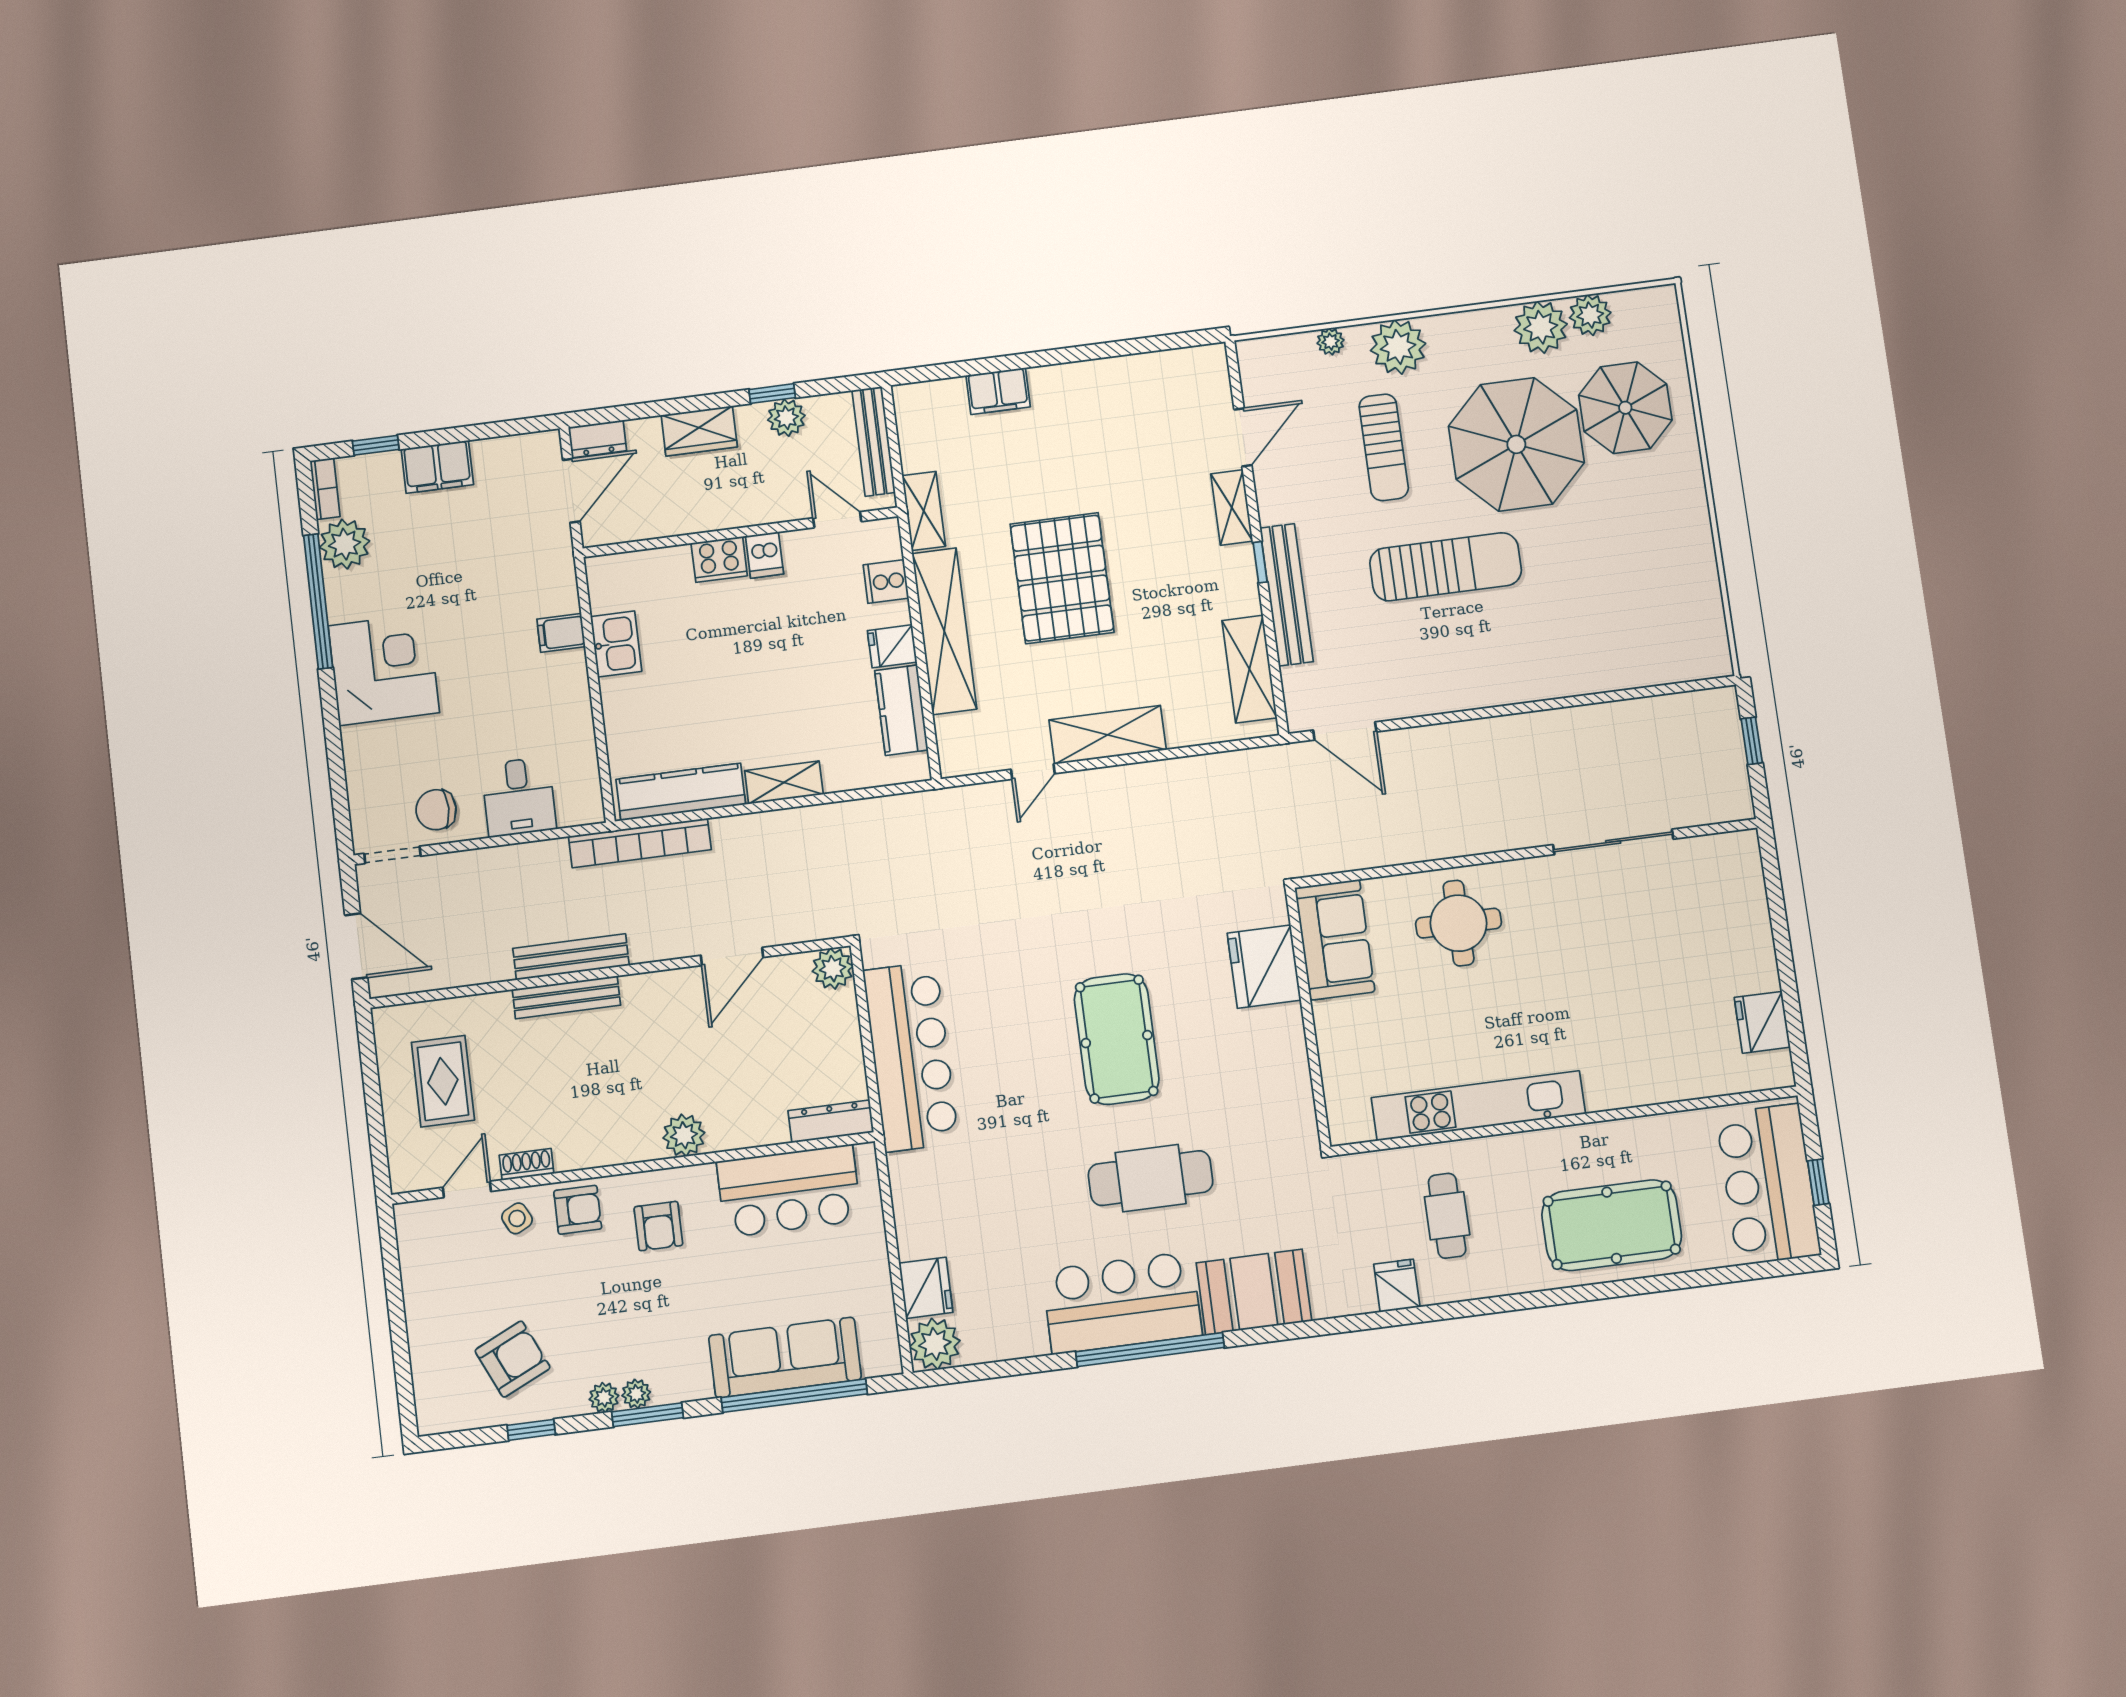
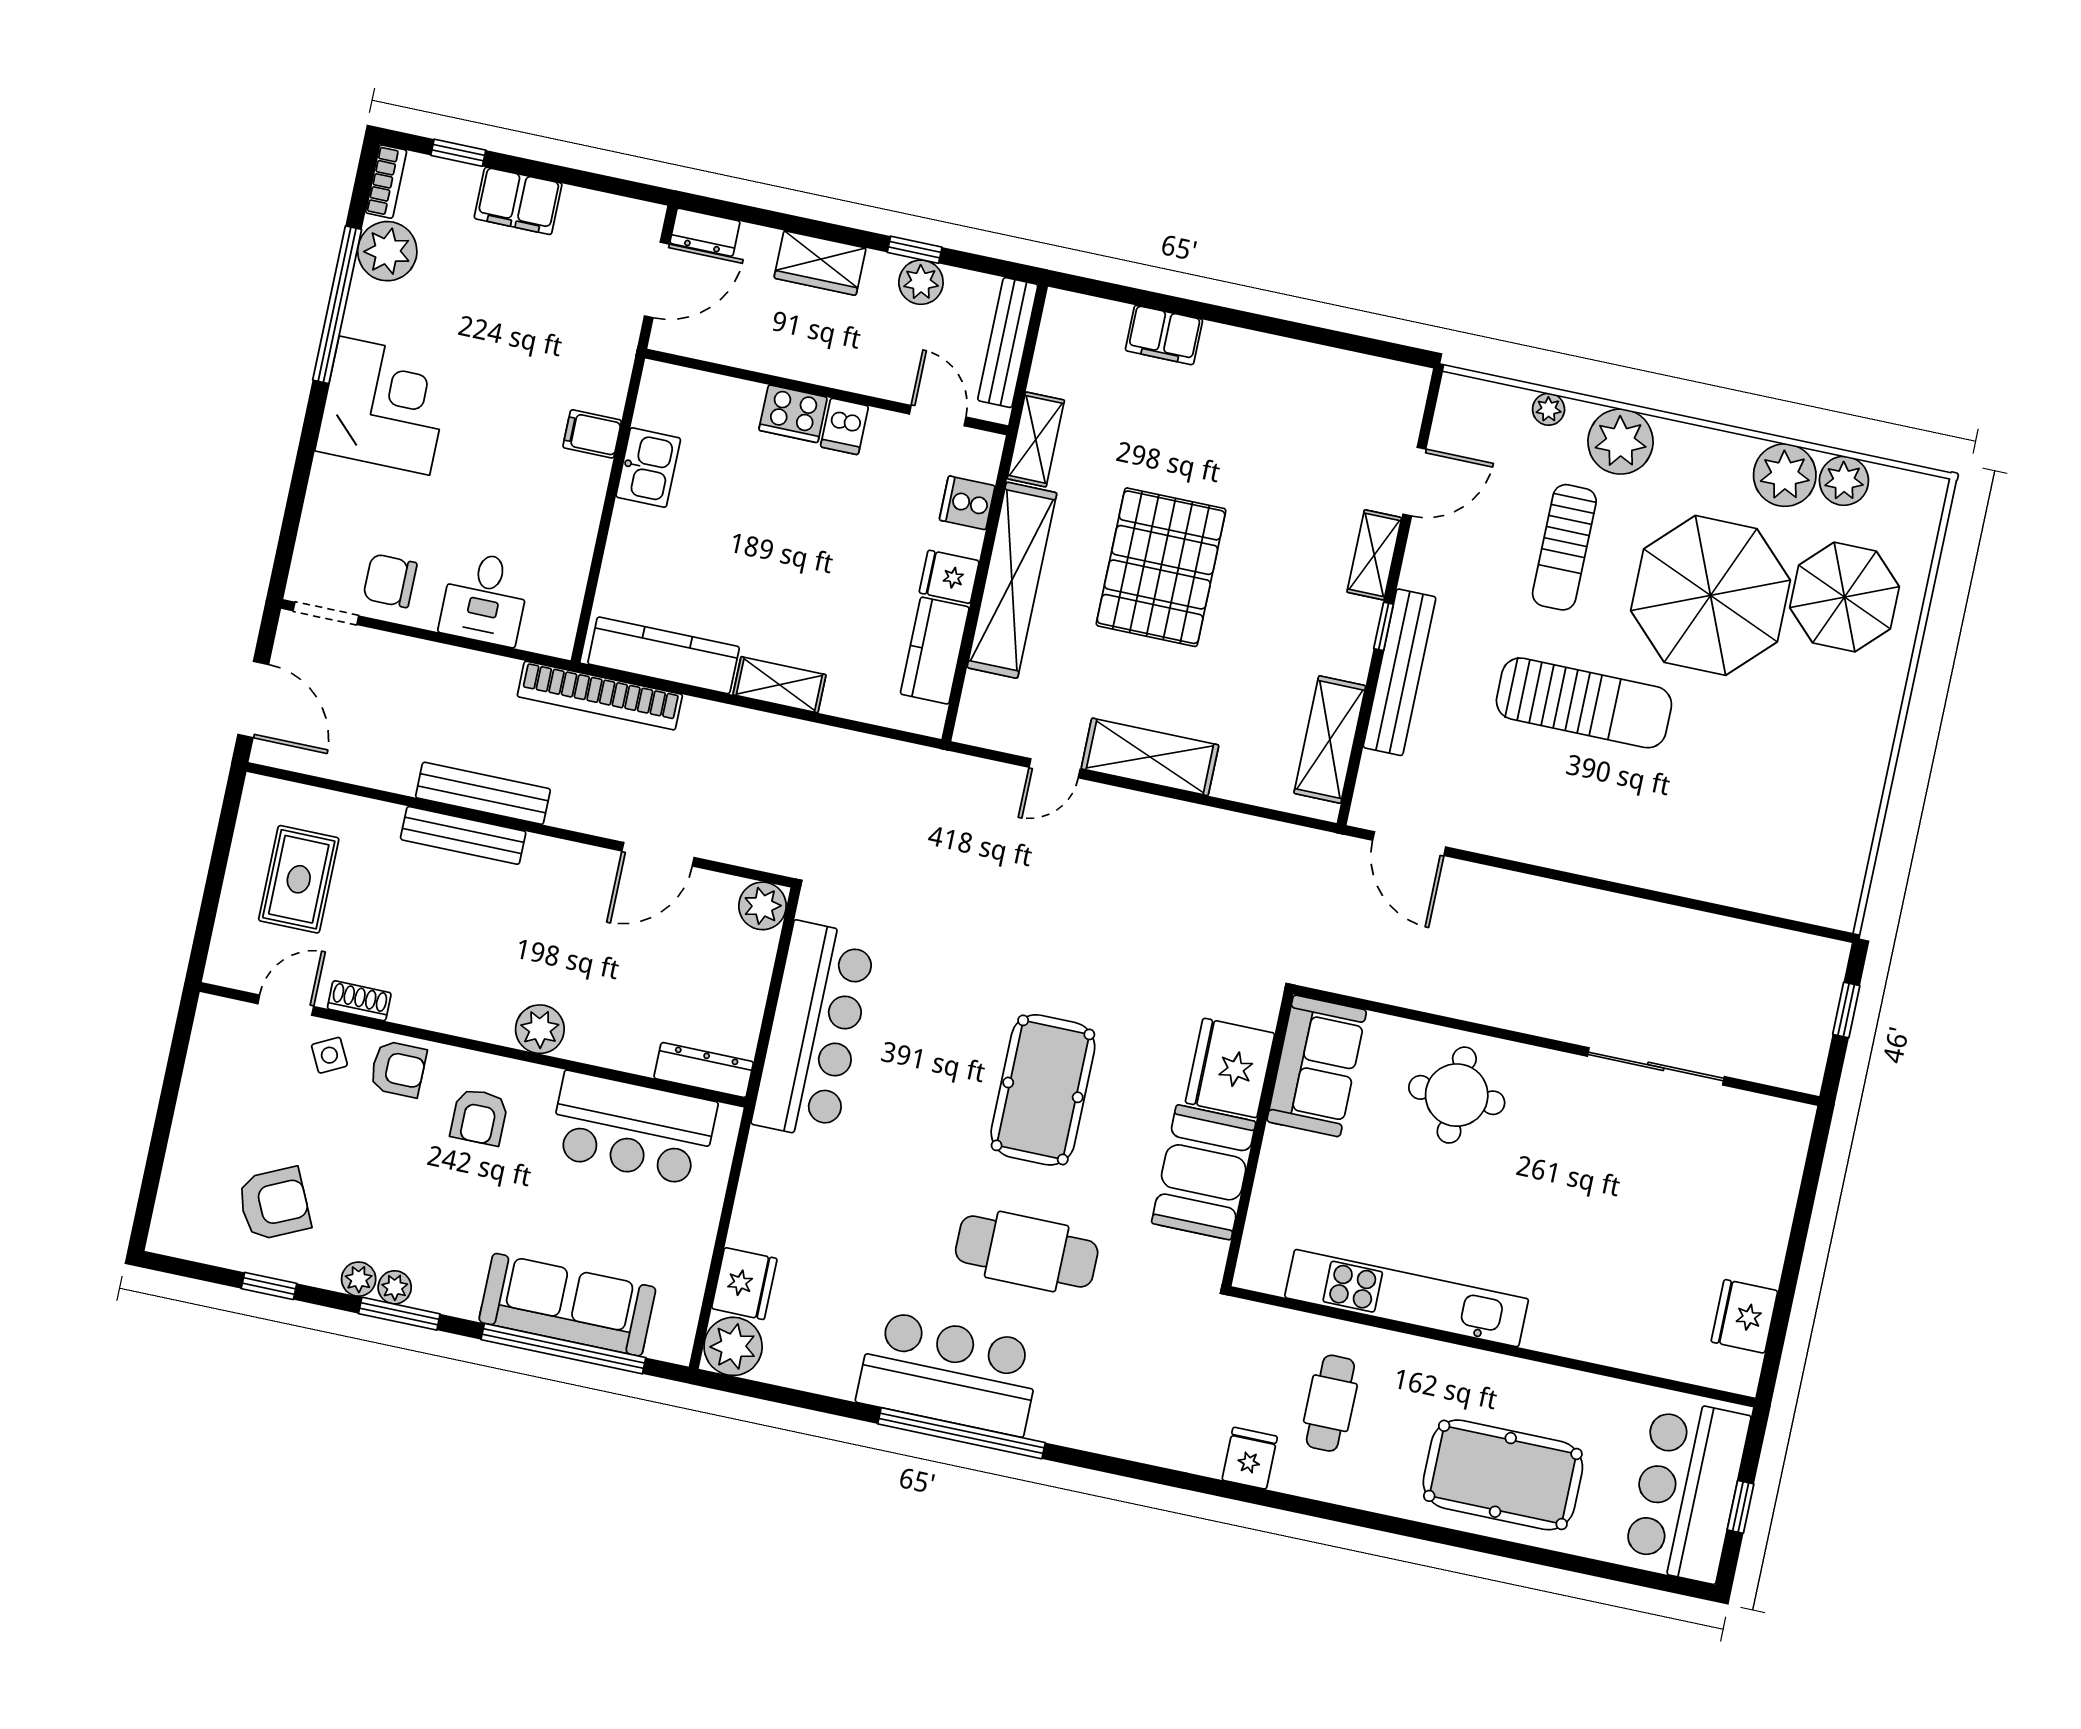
booth: (1254, 1292) -> (1204, 1172), moved, turned 90

